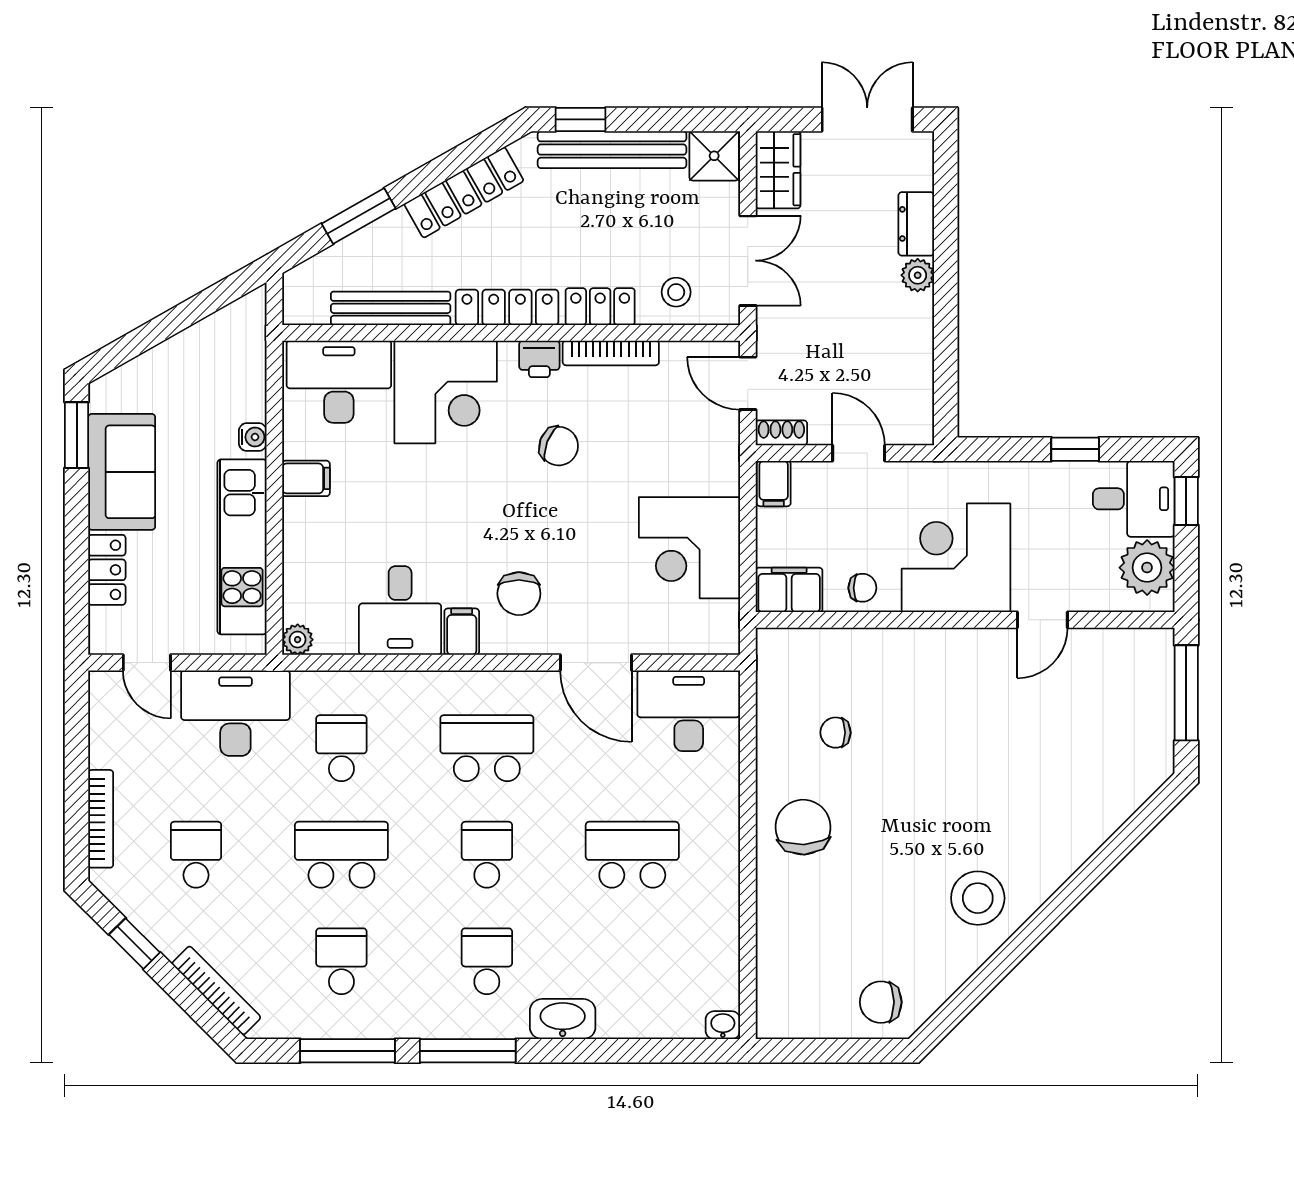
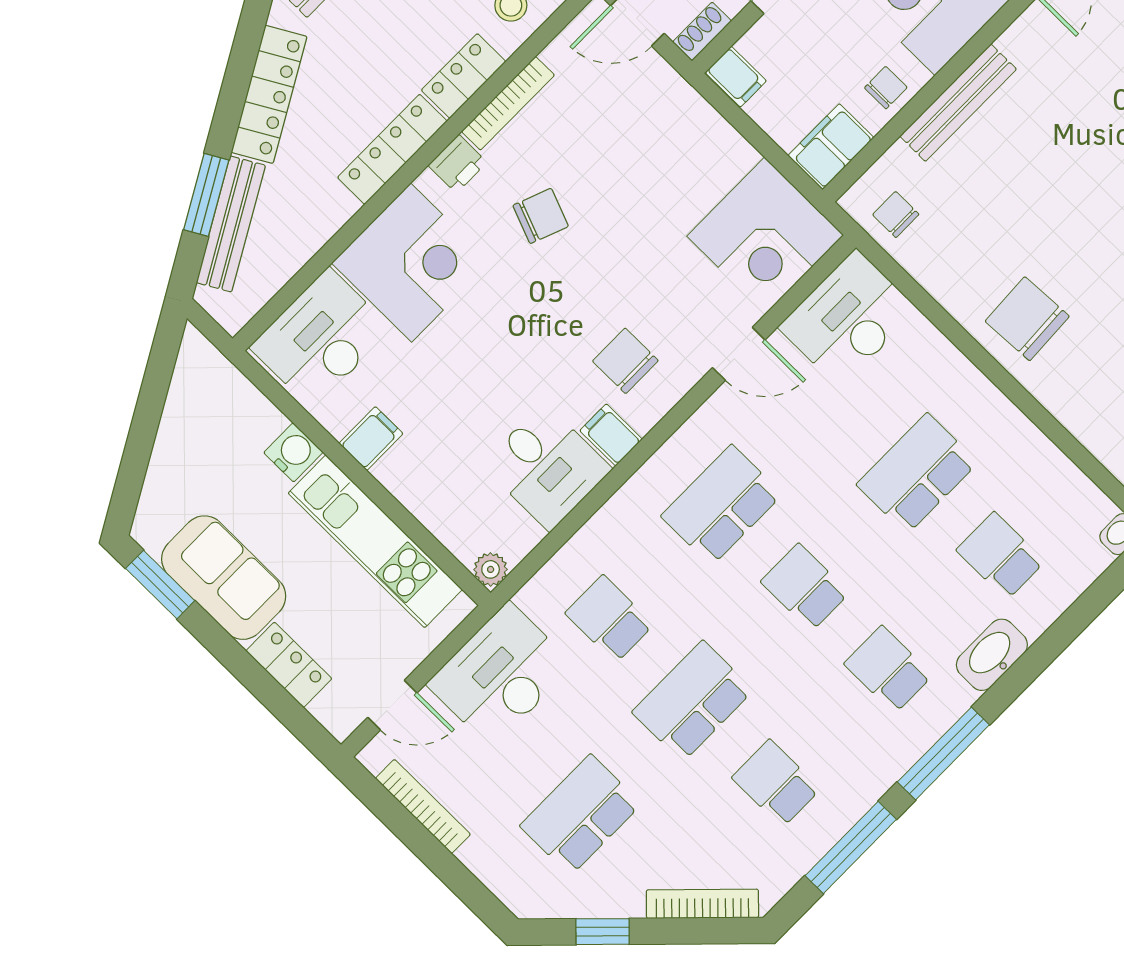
bench: (391, 308) -> (231, 224), moved, turned -30
water cooler: (253, 437) -> (293, 452), width x1.38, depth x1.38
corner desk: (689, 548) -> (765, 236), moved
chair: (519, 594) -> (625, 361), turned 180
bench: (899, 644) -> (958, 103), added
door: (596, 663) -> (739, 354), width x0.73
chair: (836, 733) -> (896, 214), moved, turned 90
bookcase: (101, 819) -> (423, 806), moved
school desk: (196, 855) -> (581, 815), width x1.85
school desk: (632, 961) -> (1000, 556), added

